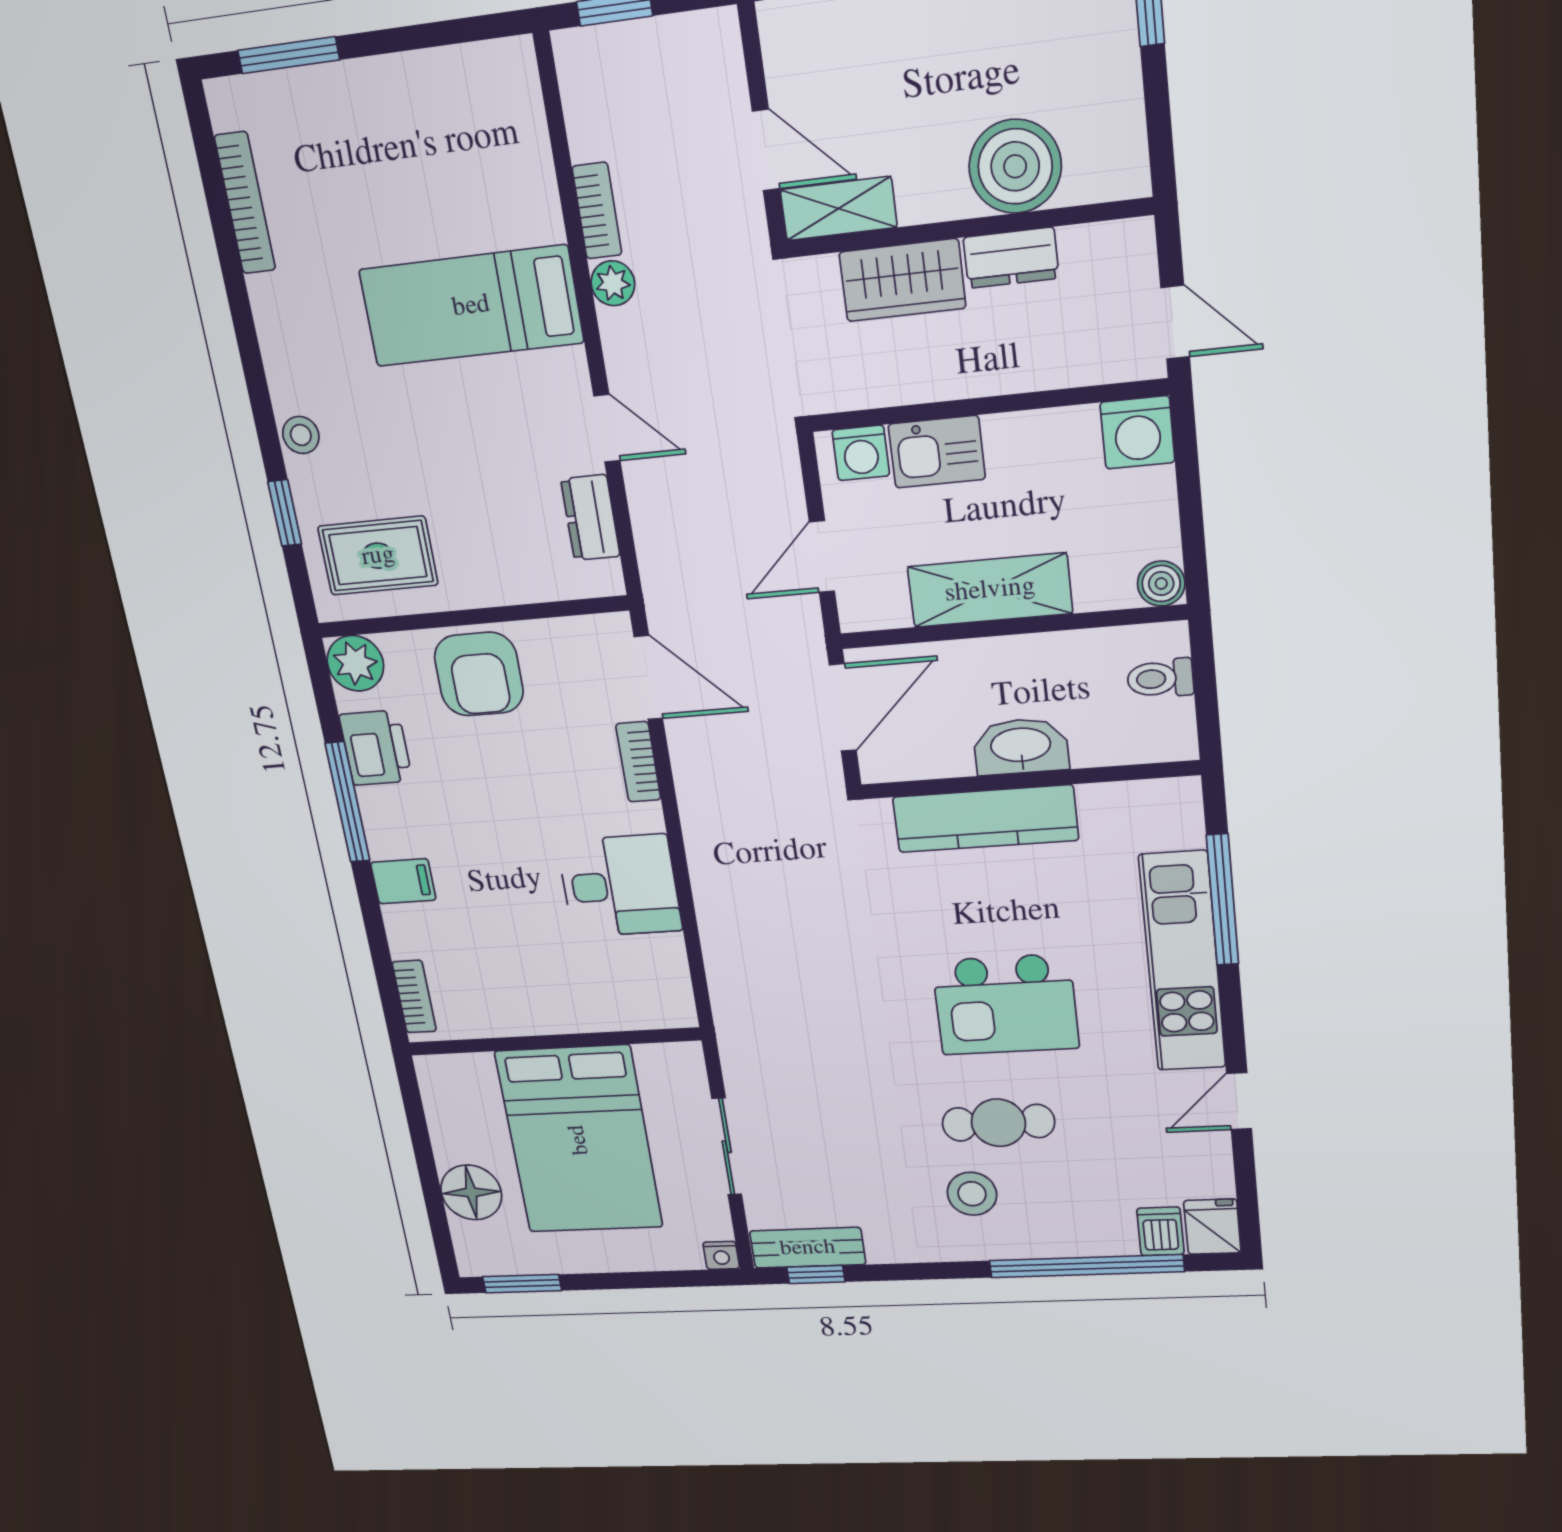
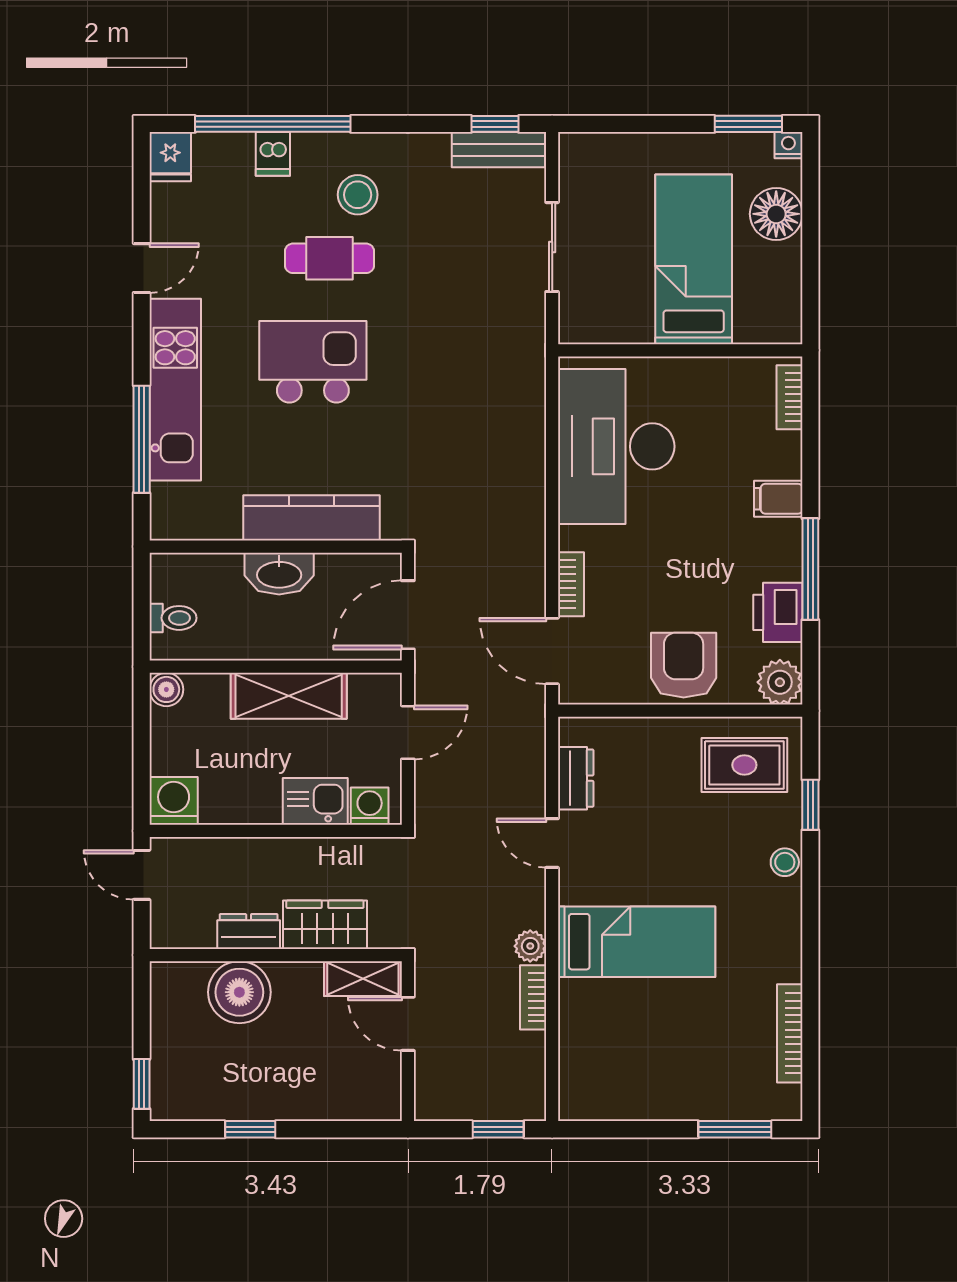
desk: (620, 886) -> (616, 446), width x1.87, depth x1.30
bed: (579, 1140) -> (694, 259), width x0.67
dishwasher: (1160, 1231) -> (273, 154), moved
nightstand: (721, 1255) -> (788, 145), moved

